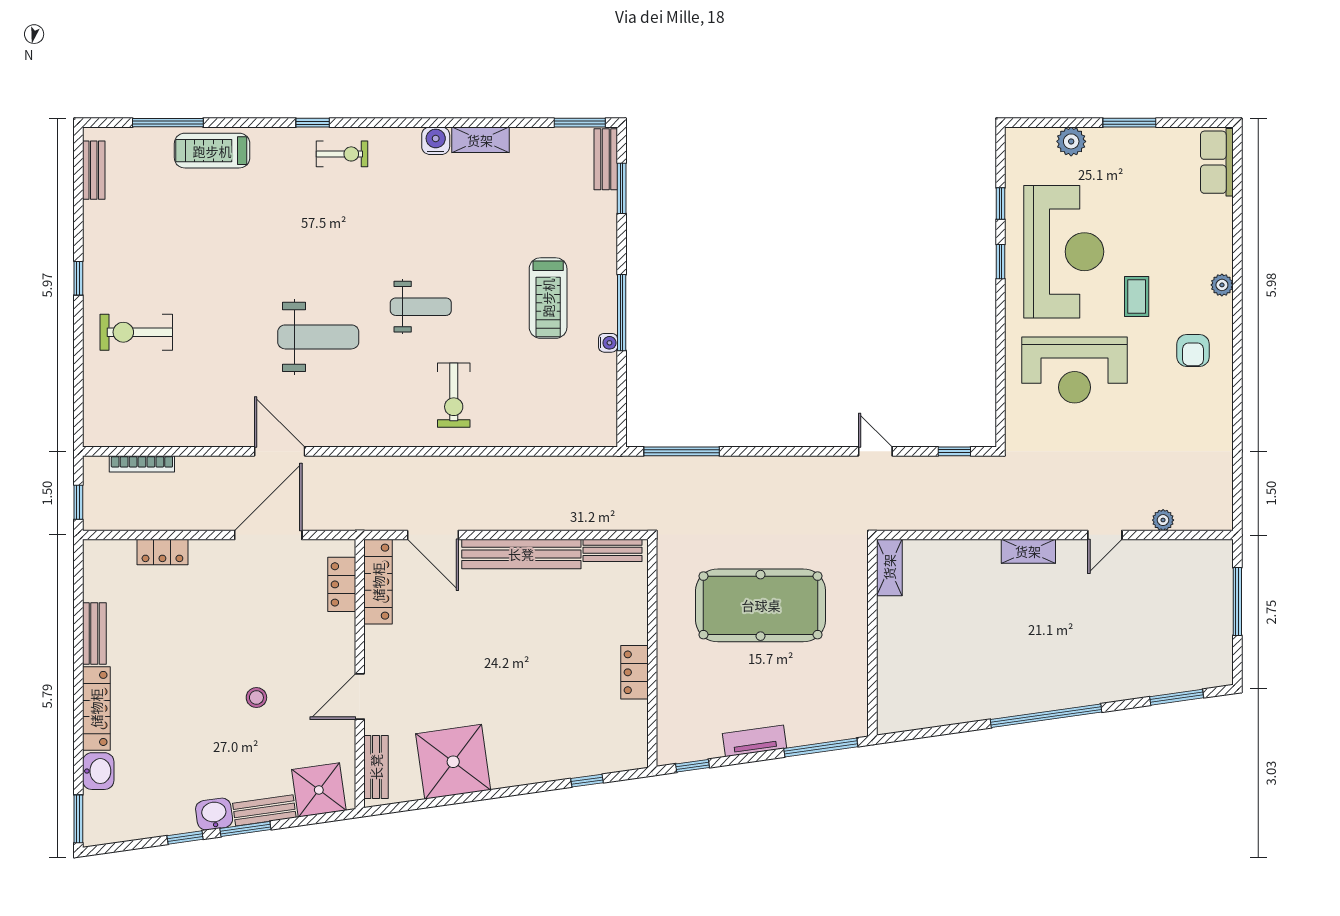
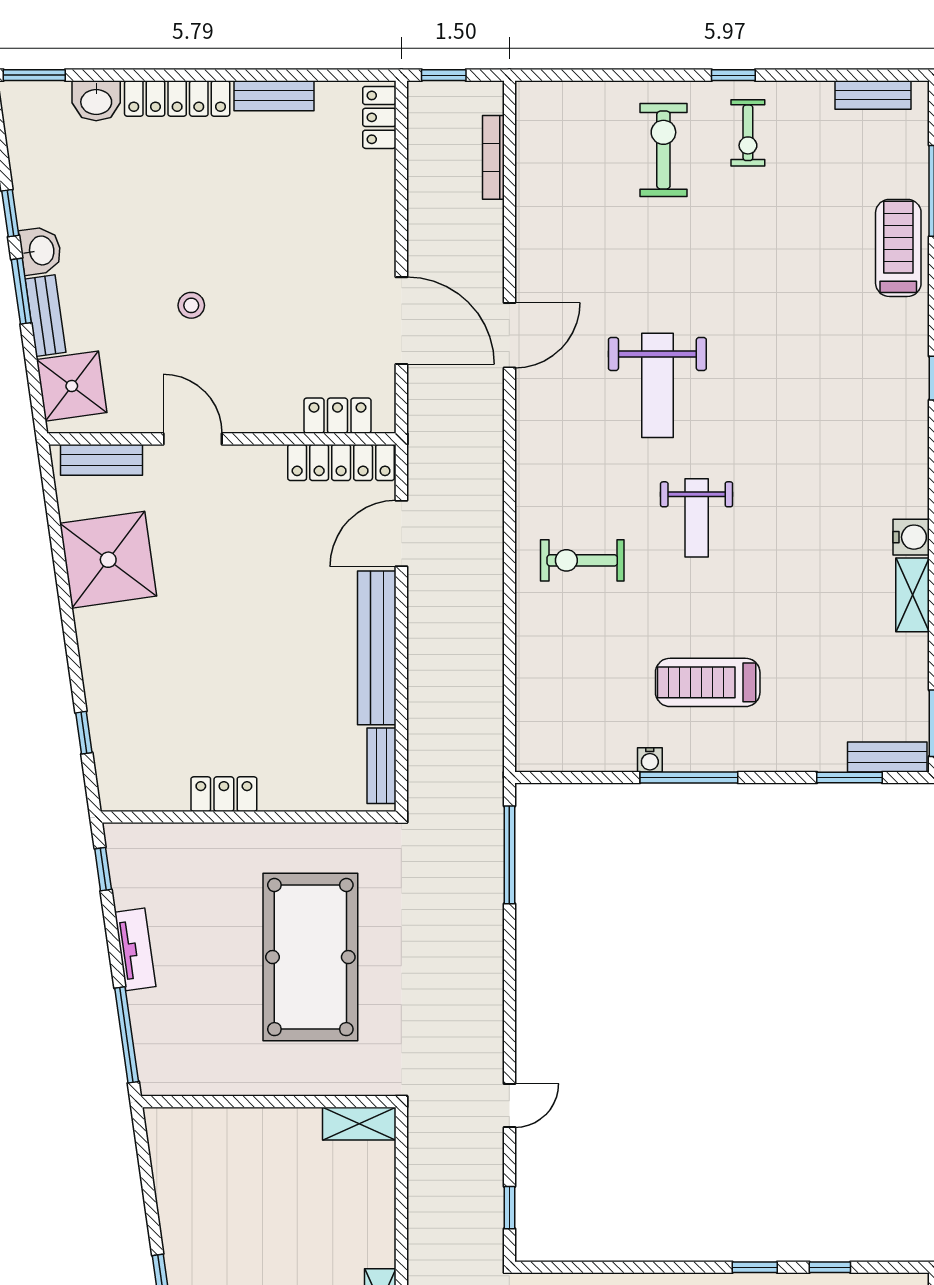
exercise bike: (342, 154) -> (748, 133), moved
locker: (162, 552) -> (379, 117), moved

